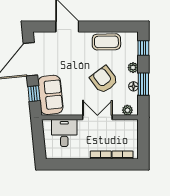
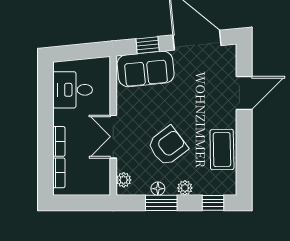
double door: (97, 117) -> (113, 137), swing flipped
desk: (64, 133) -> (73, 90), moved, turned 180

